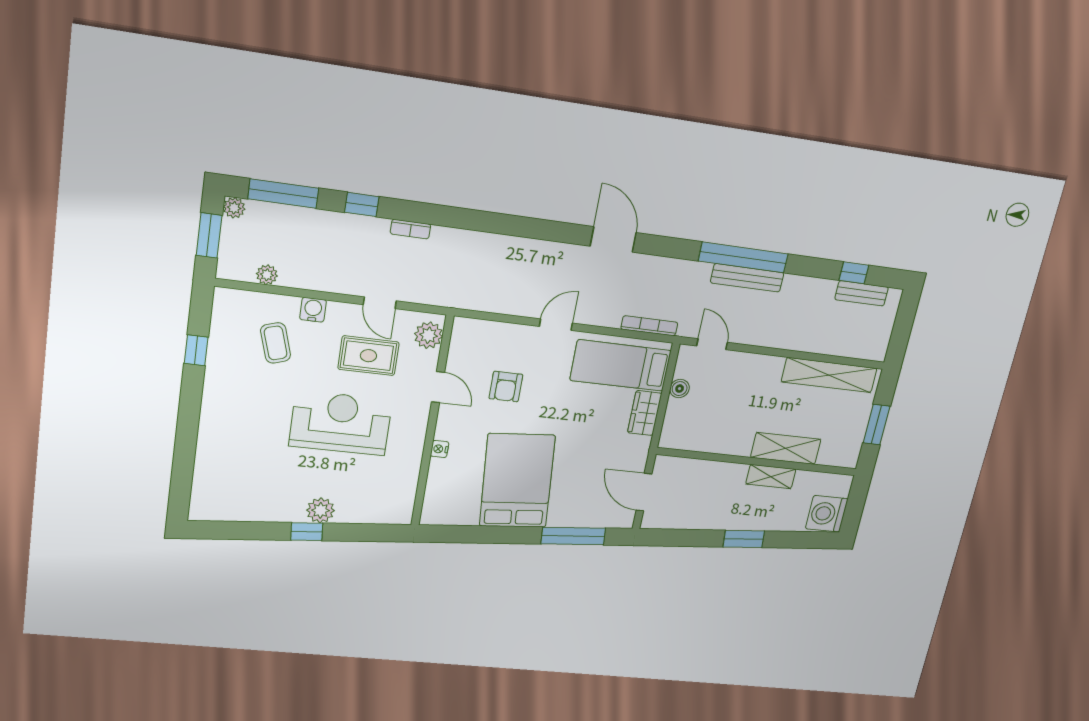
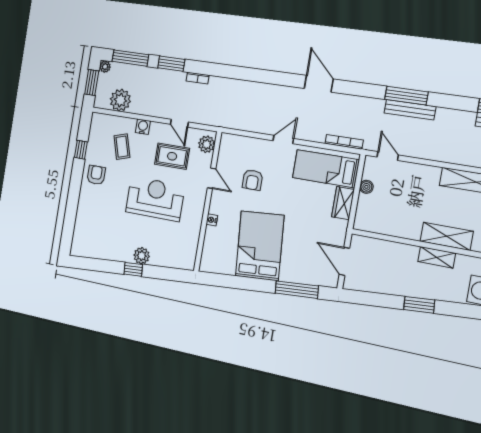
window: (362, 204) -> (171, 64), width x1.50
window: (743, 257) -> (406, 96), width x0.68
plant: (267, 275) -> (120, 100), width x1.88, depth x1.88
armchair: (229, 391) -> (96, 175), added

